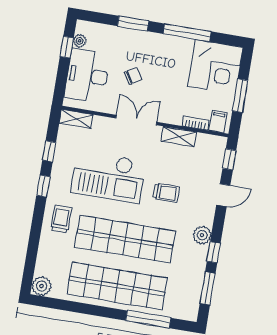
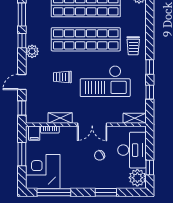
window: (187, 33) -> (54, 192), moved
plant: (80, 41) -> (137, 178), width x1.88, depth x1.88
checkout: (108, 177) -> (105, 81), turned 180

